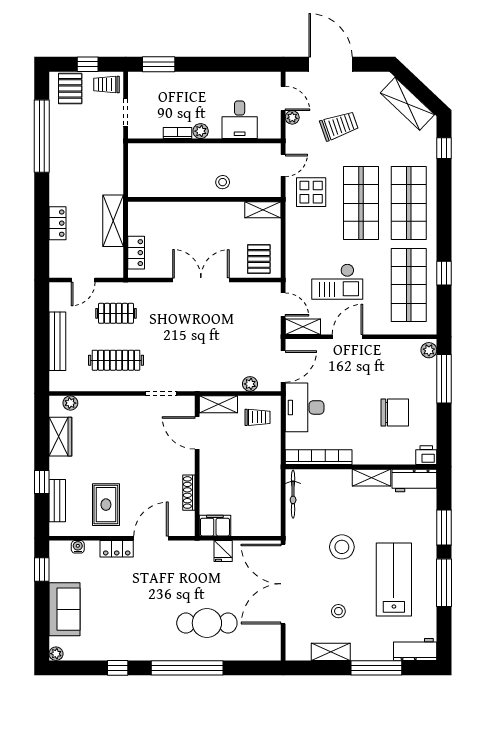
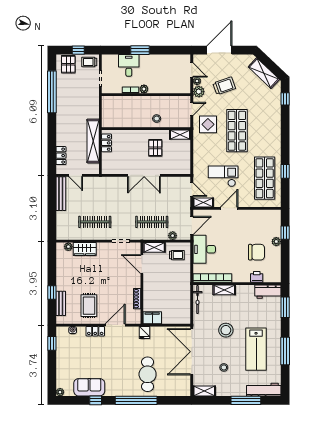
window: (159, 64) -> (140, 50), moved
door: (331, 64) -> (219, 50), hinge flipped
desk: (240, 120) -> (129, 65), moved, turned 180
plant: (295, 136) -> (199, 92), added
shop shelf: (409, 203) -> (265, 131), removed
shelving: (113, 221) -> (93, 141), width x1.47
locker: (58, 223) -> (61, 156), moved
locker: (136, 253) -> (107, 143), moved
pallet: (259, 259) -> (155, 148), moved
door: (83, 280) -> (76, 175), hinge flipped
double door: (201, 280) -> (144, 175), swing flipped
checkout: (337, 282) -> (223, 176), turned 180
clothes rail: (116, 313) -> (152, 222), moved, width x1.36
bench: (57, 341) -> (61, 194), moved
plant: (429, 350) -> (276, 242), moved
window: (444, 379) -> (285, 233), width x0.46
wardrobe: (60, 437) -> (85, 249), moved, turned 90
printer: (426, 455) -> (257, 277), moved
shelving: (372, 478) -> (224, 290), moved
window: (444, 528) -> (285, 307), moved
fridge: (223, 551) -> (145, 333), moved
lab bench: (394, 579) -> (256, 349), turned 180
sofa: (64, 609) -> (89, 387), moved, turned -90
cafe table: (207, 623) -> (148, 374), turned 90
workbench: (415, 649) -> (264, 390), width x1.37
shelving: (331, 652) -> (204, 391), moved

